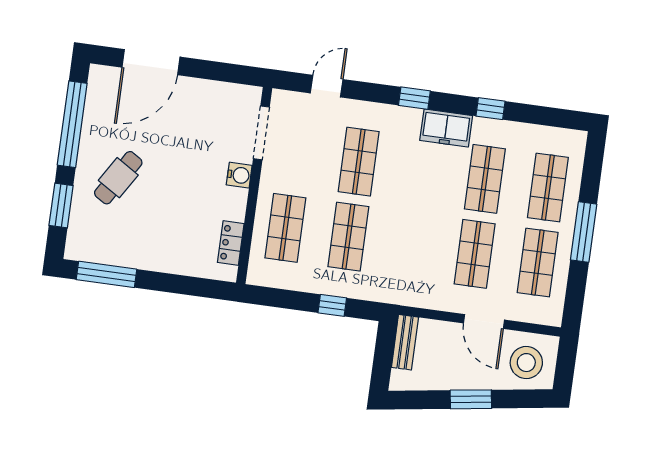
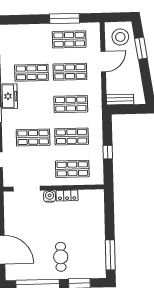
cafe table: (118, 178) -> (61, 257), turned 58
shop shelf: (548, 188) -> (71, 104), moved
window: (584, 232) -> (64, 18), moved
locker: (231, 243) -> (67, 195), moved
window: (332, 305) -> (108, 152), moved
window: (471, 399) -> (141, 48), moved

